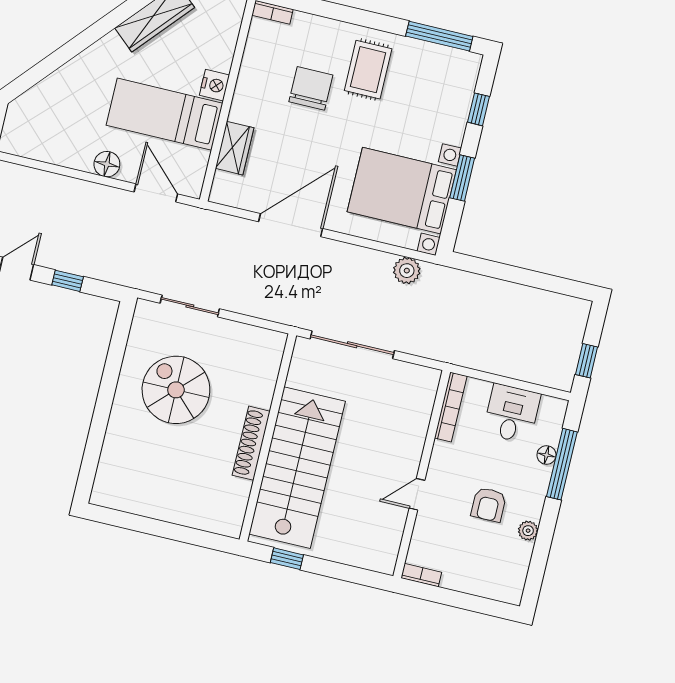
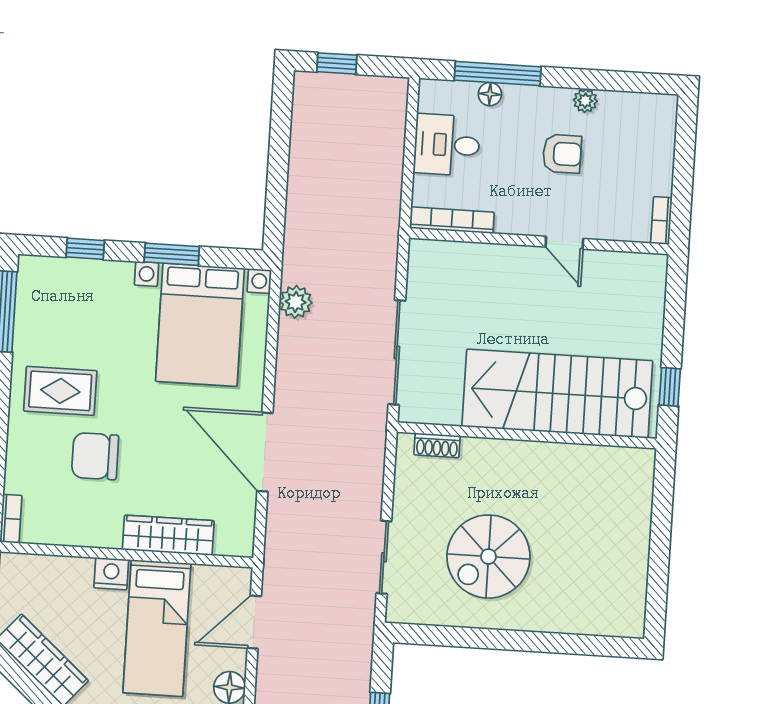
wardrobe: (235, 148) -> (168, 535), width x1.50
window: (587, 361) -> (337, 63), moved
shoe rack: (251, 443) -> (437, 445), moved, width x0.51, depth x0.81

